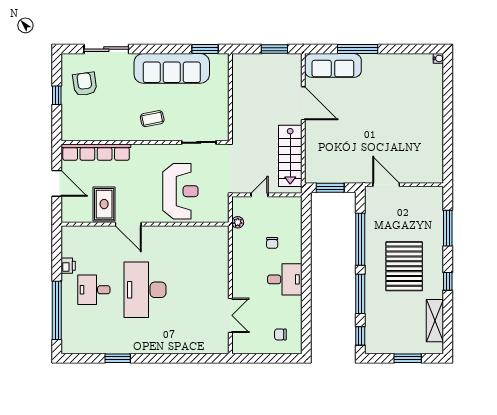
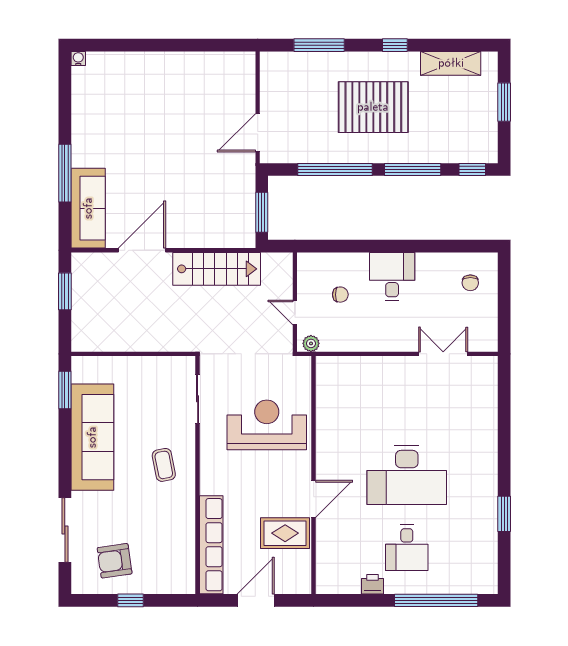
door: (260, 195) -> (295, 312), moved
wall: (267, 195) -> (295, 302), moved

